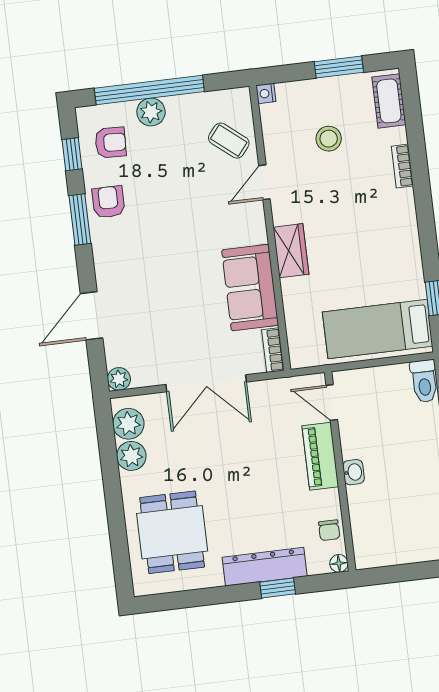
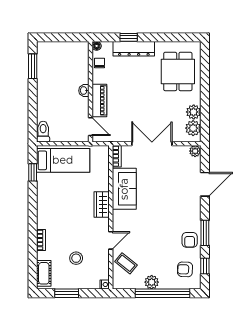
plant: (151, 112) -> (152, 282), moved

